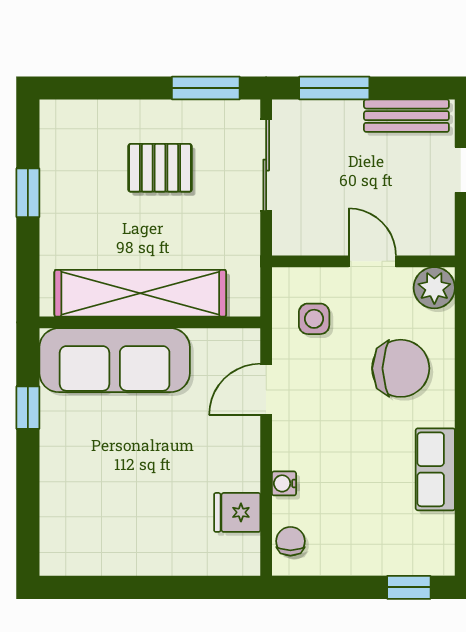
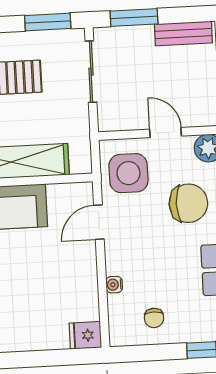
side table: (314, 319) -> (128, 173), width x1.87, depth x1.87
fridge: (237, 512) -> (85, 335), moved
chair: (290, 541) -> (154, 318), moved, turned 180

